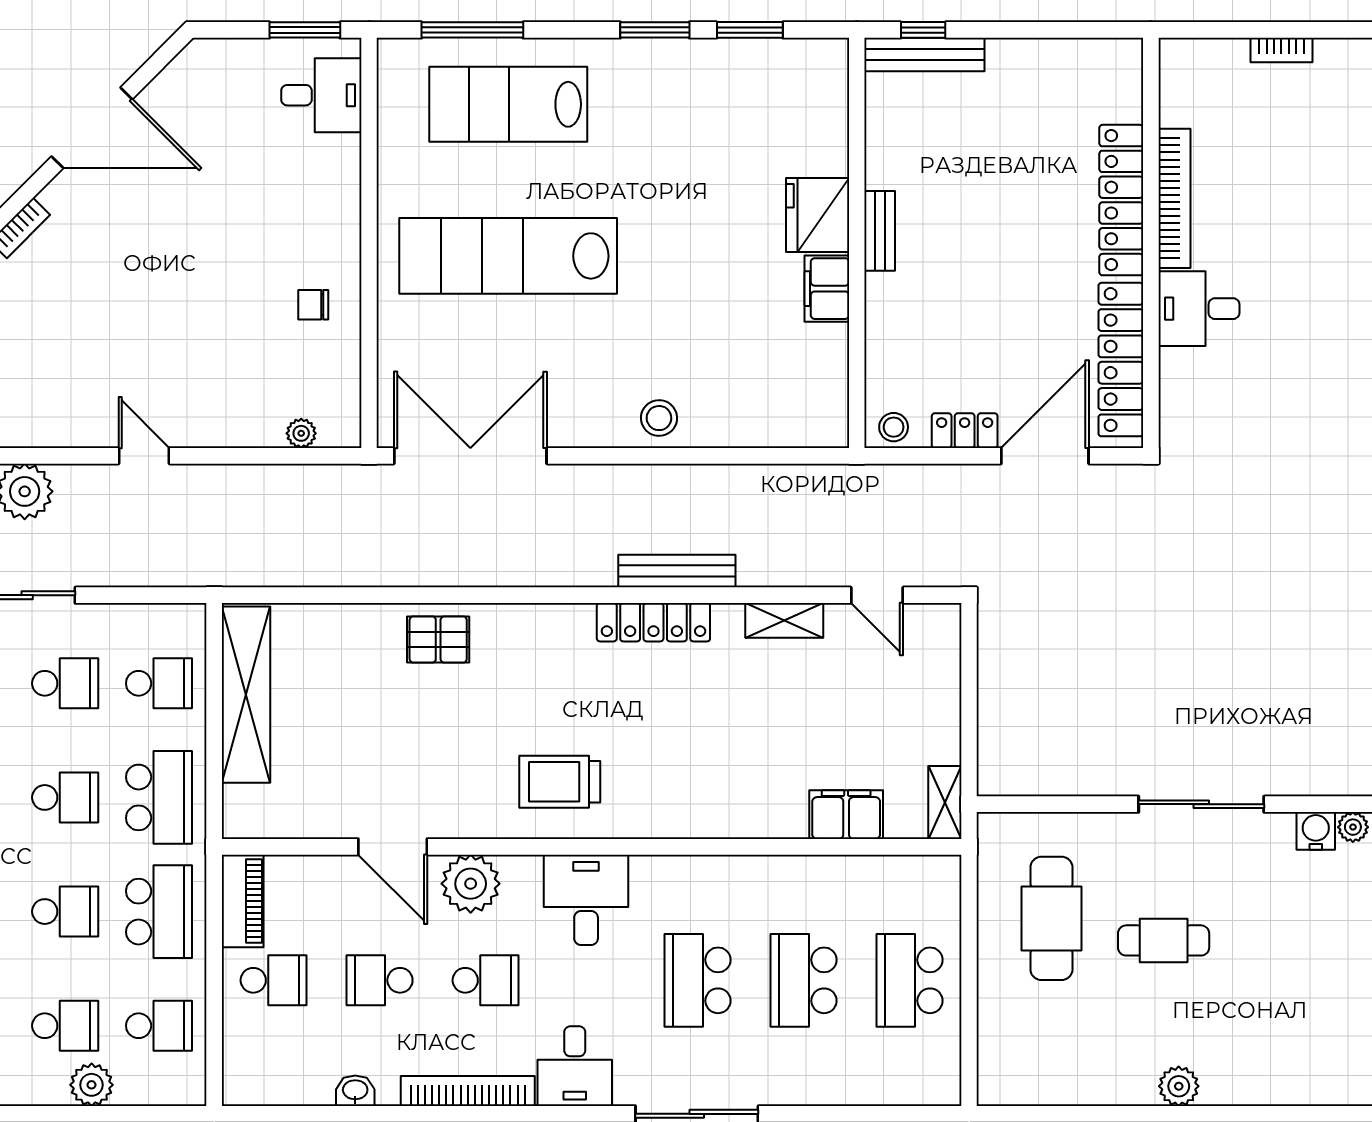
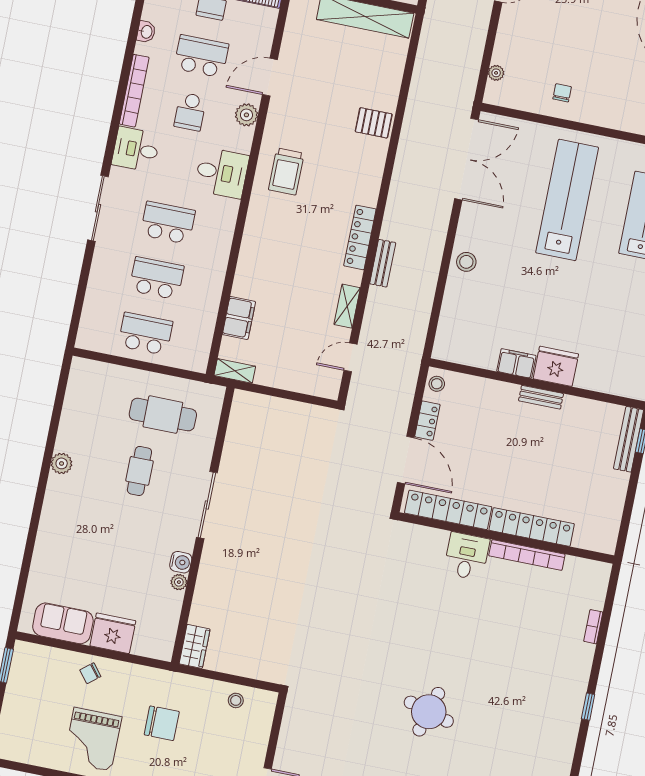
bench: (677, 571) -> (383, 263), width x0.73
pallet: (438, 639) -> (374, 123), turned 90
trolley: (560, 782) -> (286, 172), turned 180
plant: (471, 884) -> (246, 115), width x0.73, depth x0.73
school desk: (380, 980) -> (201, 56), width x1.85

